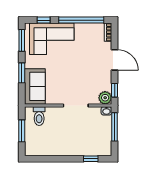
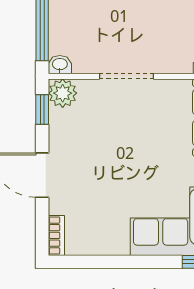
window: (81, 20) -> (115, 262), removed

